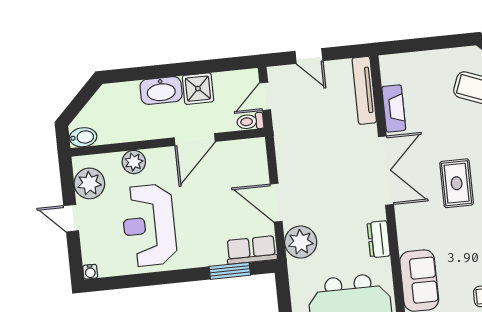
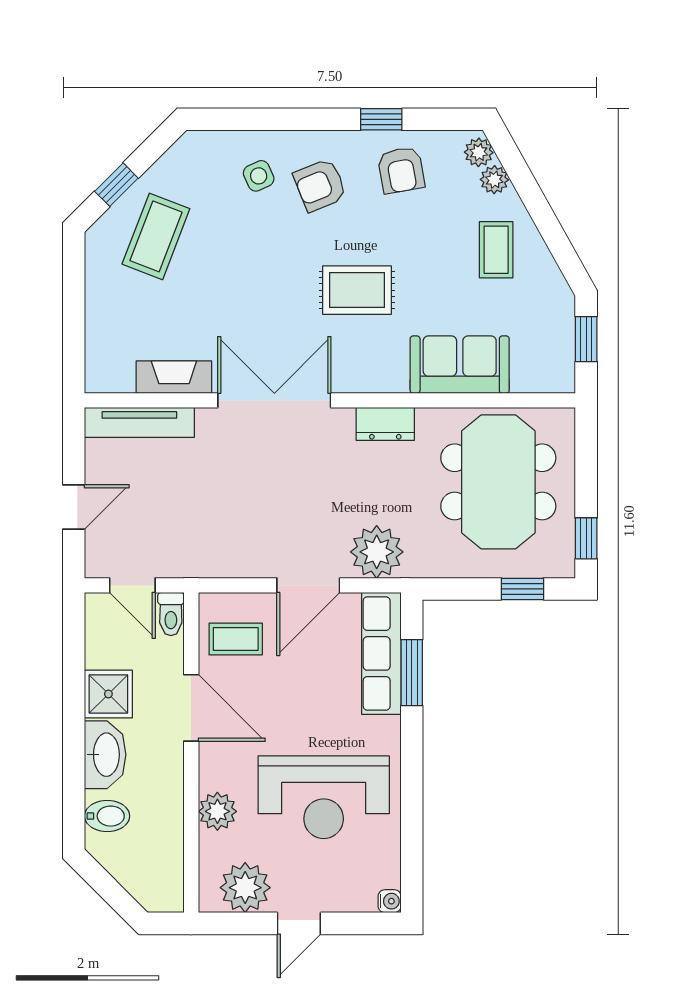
bidet: (83, 137) -> (107, 816), moved, turned 90
coffee table: (239, 162) -> (236, 639), added
rug: (457, 183) -> (357, 290), moved
row of seats: (251, 250) -> (381, 653), width x1.48

